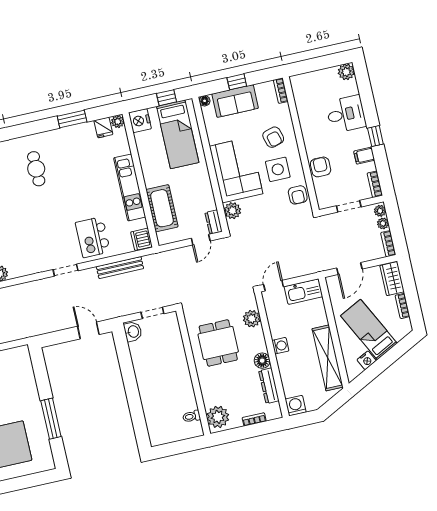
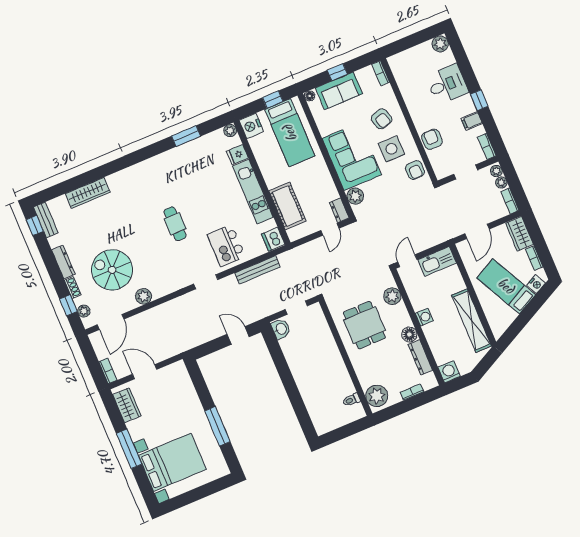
fridge: (103, 127) -> (237, 155), moved, turned 90
cafe table: (36, 169) -> (175, 224), moved
nightstand: (367, 360) -> (536, 284), moved

